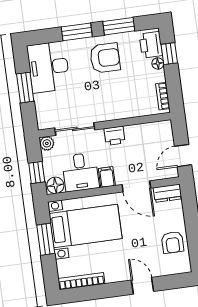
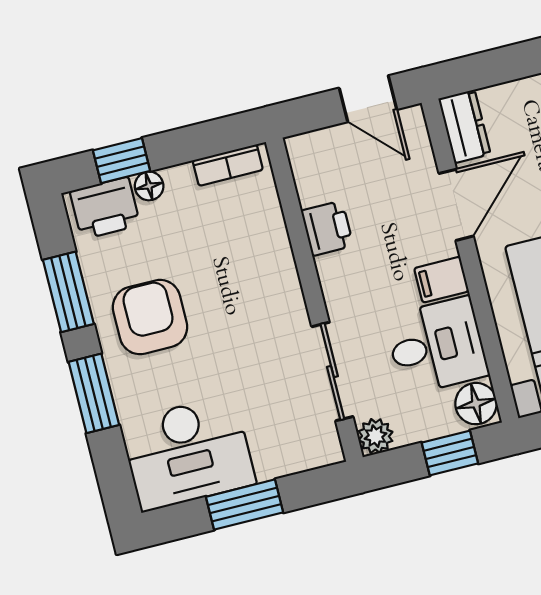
printer: (115, 136) -> (327, 228), moved

